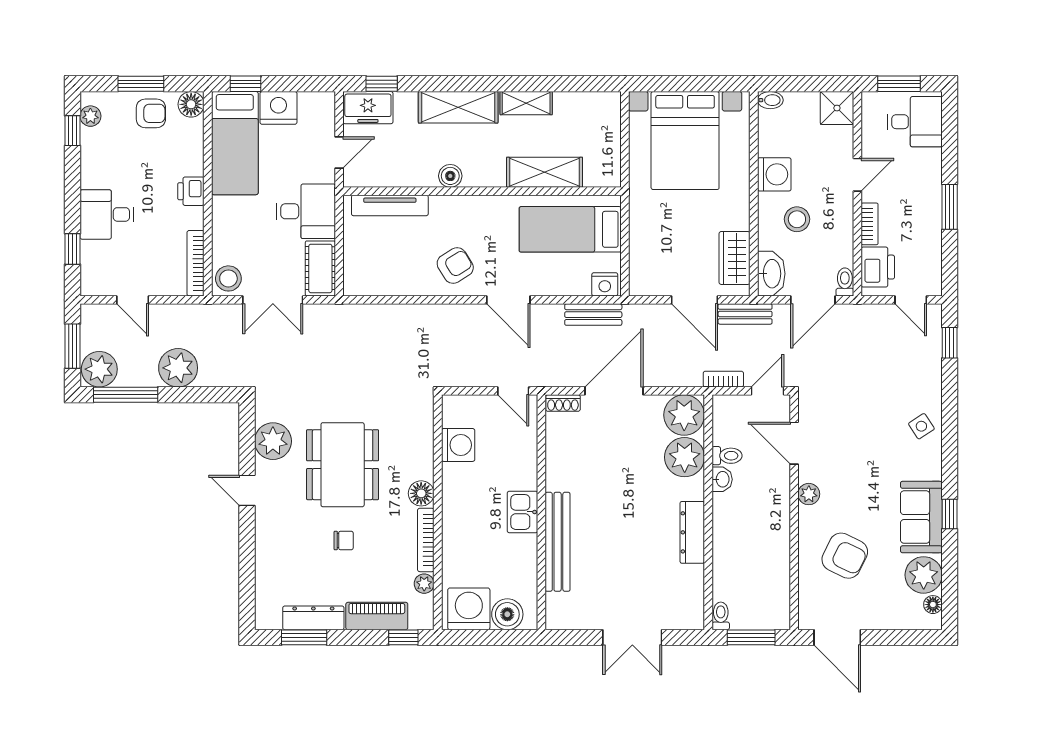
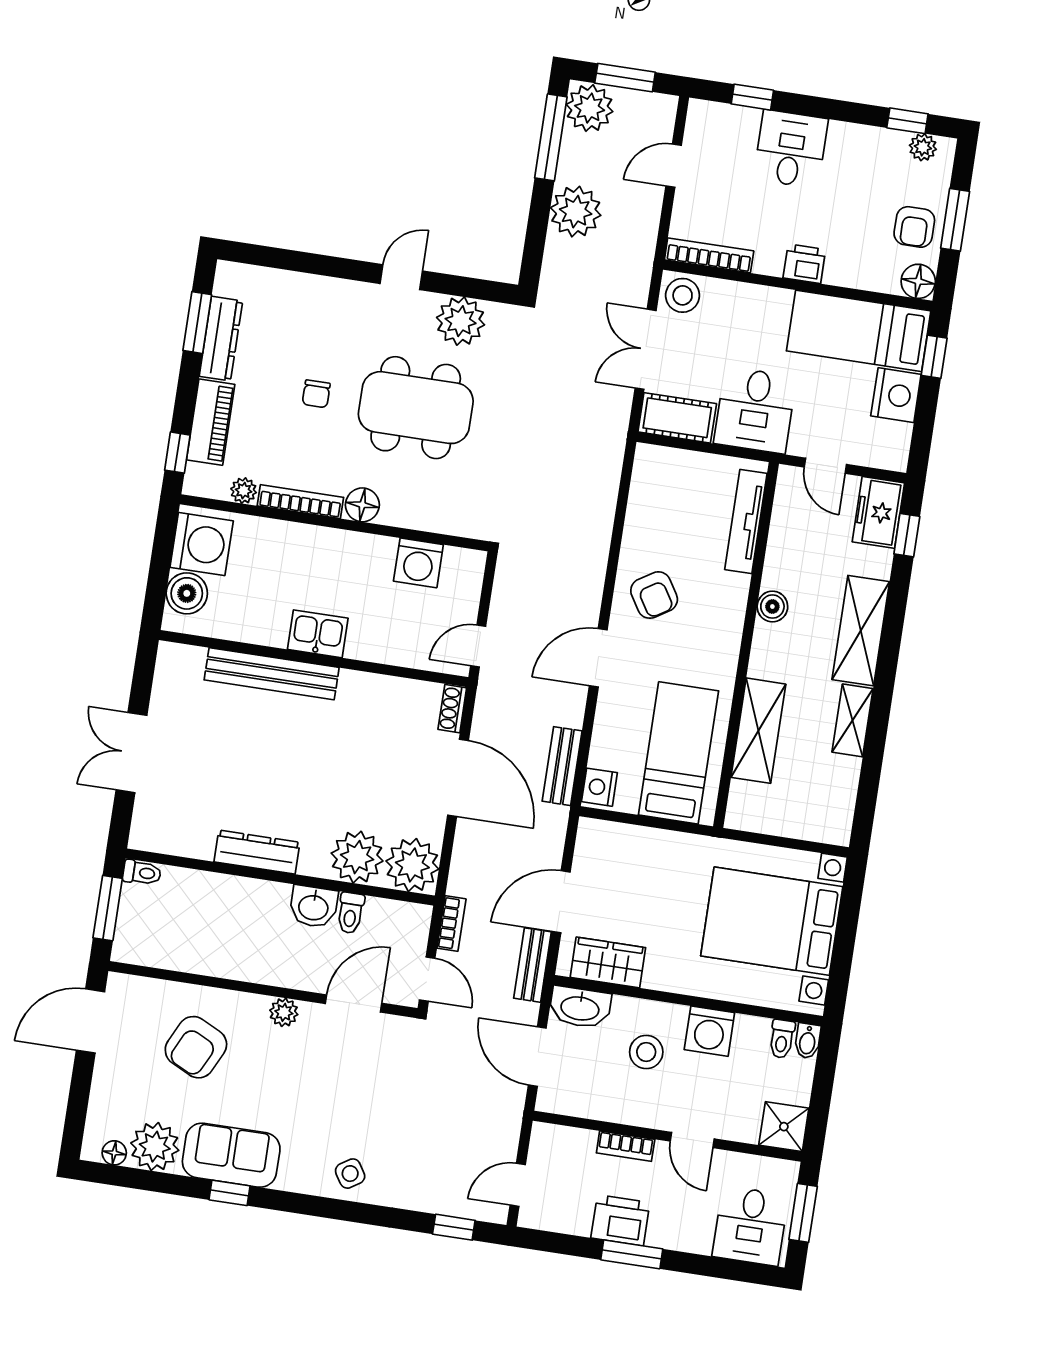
printer: (878, 267) -> (620, 1220), moved, turned 180
toilet: (845, 282) -> (782, 1039), moved, turned 90
washbasin: (722, 479) -> (313, 907), width x1.38, depth x1.45

